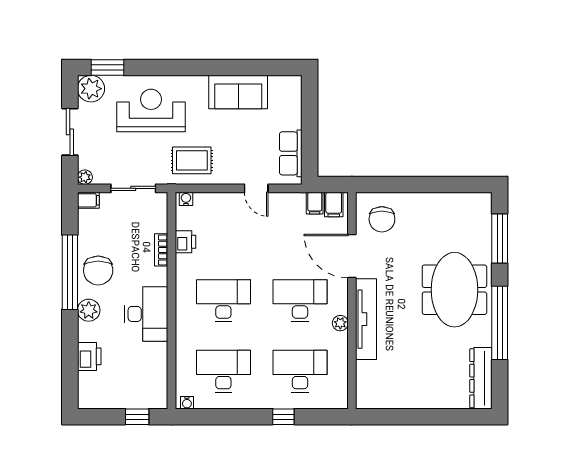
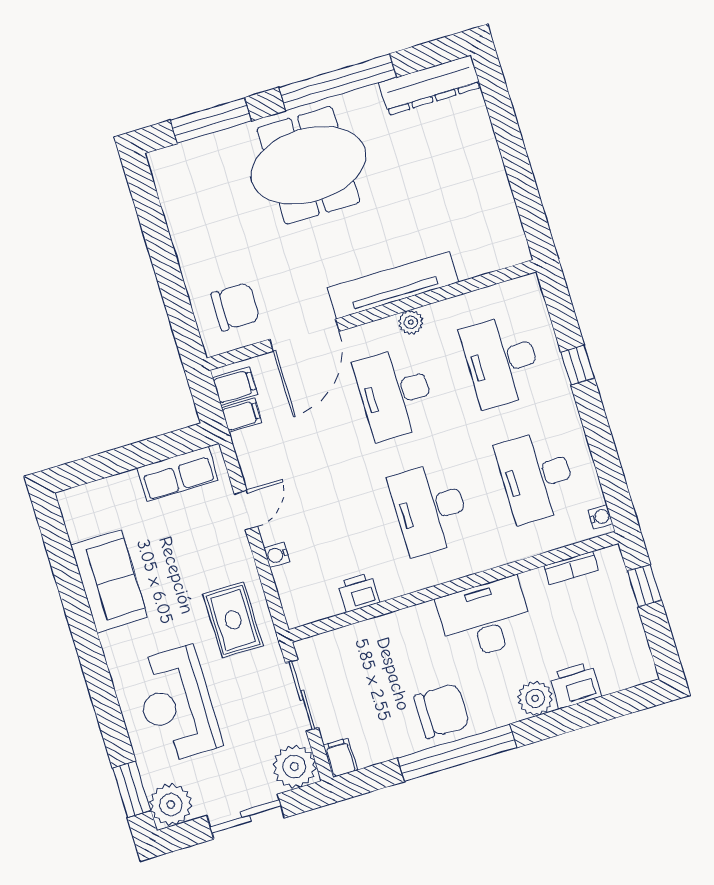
plant: (85, 177) -> (294, 767), width x1.87, depth x1.87
water cooler: (186, 199) -> (277, 555), moved
bookcase: (161, 250) -> (571, 568), moved
plant: (89, 310) -> (535, 698), moved

